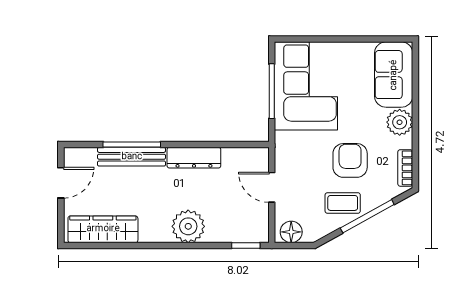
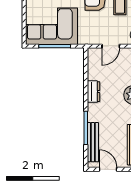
bench: (132, 157) -> (93, 142), moved
dresser: (194, 158) -> (93, 92), width x0.70

